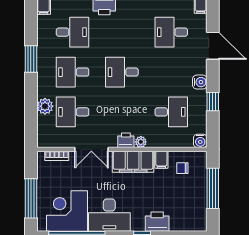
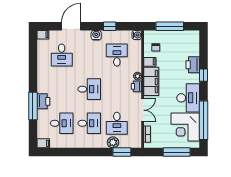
desk: (73, 32) -> (62, 123), turned 90
window: (31, 59) -> (122, 152), moved
desk: (73, 72) -> (89, 123), turned -90
desk: (122, 72) -> (89, 89), turned -90

